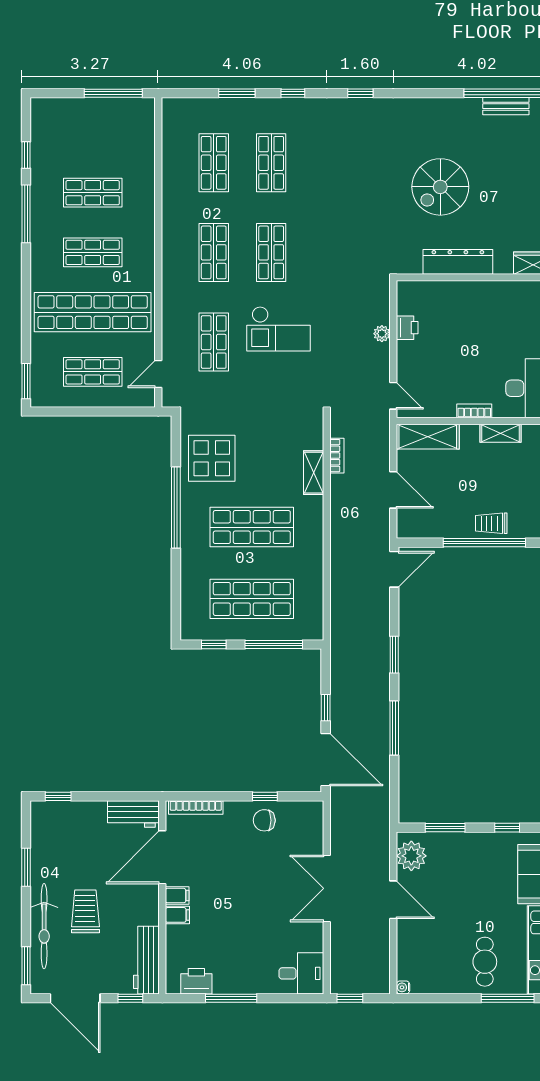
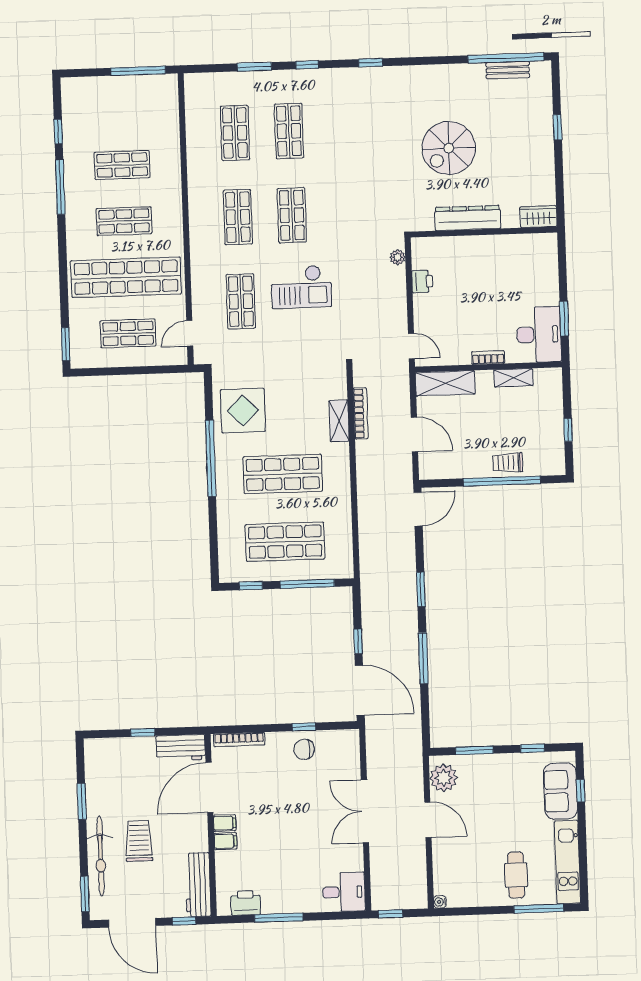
plant: (382, 334) -> (398, 257), moved
bookcase: (337, 456) -> (361, 413), width x1.56
window: (58, 796) -> (143, 733), moved

